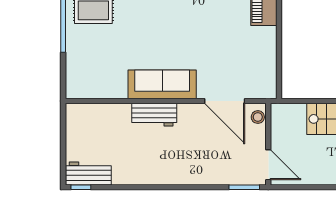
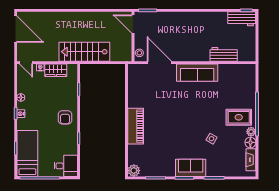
workbench: (154, 115) -> (224, 54), moved

